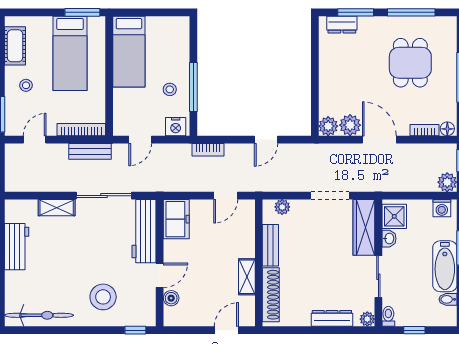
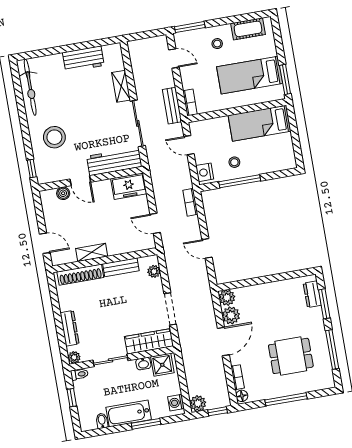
bookcase: (81, 130) -> (190, 103), width x0.64

